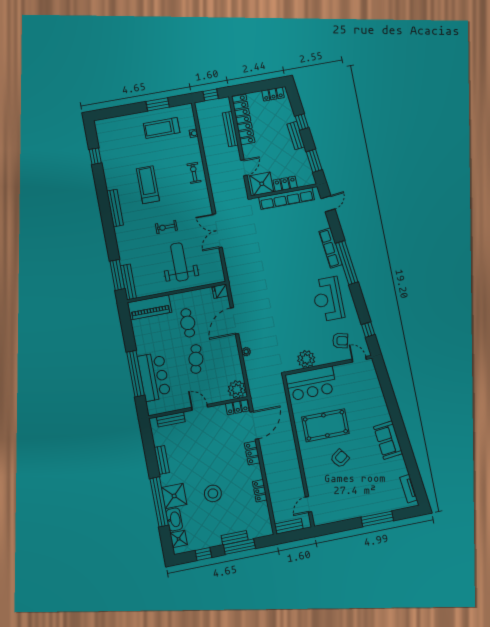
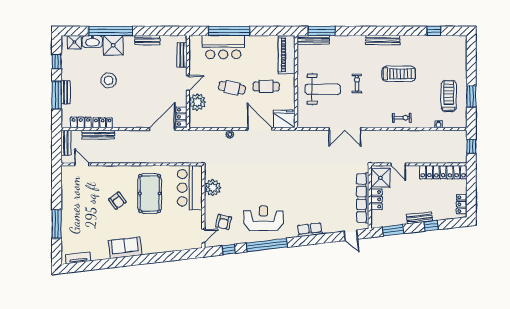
bench: (230, 129) -> (98, 135), moved
double door: (217, 231) -> (345, 129), swing flipped
row of seats: (331, 248) -> (310, 230), width x0.68
window: (347, 263) -> (267, 245), moved
fridge: (220, 291) -> (284, 119), width x1.88, depth x1.34
plant: (237, 389) -> (197, 102), moved
door: (254, 425) -> (162, 129), swing flipped
locker: (252, 453) -> (81, 122), moved

